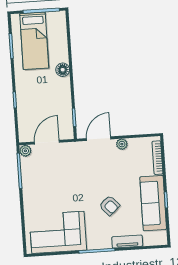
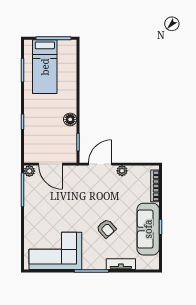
floor lamp: (63, 70) -> (70, 119), moved
door: (47, 142) -> (50, 164), swing flipped

